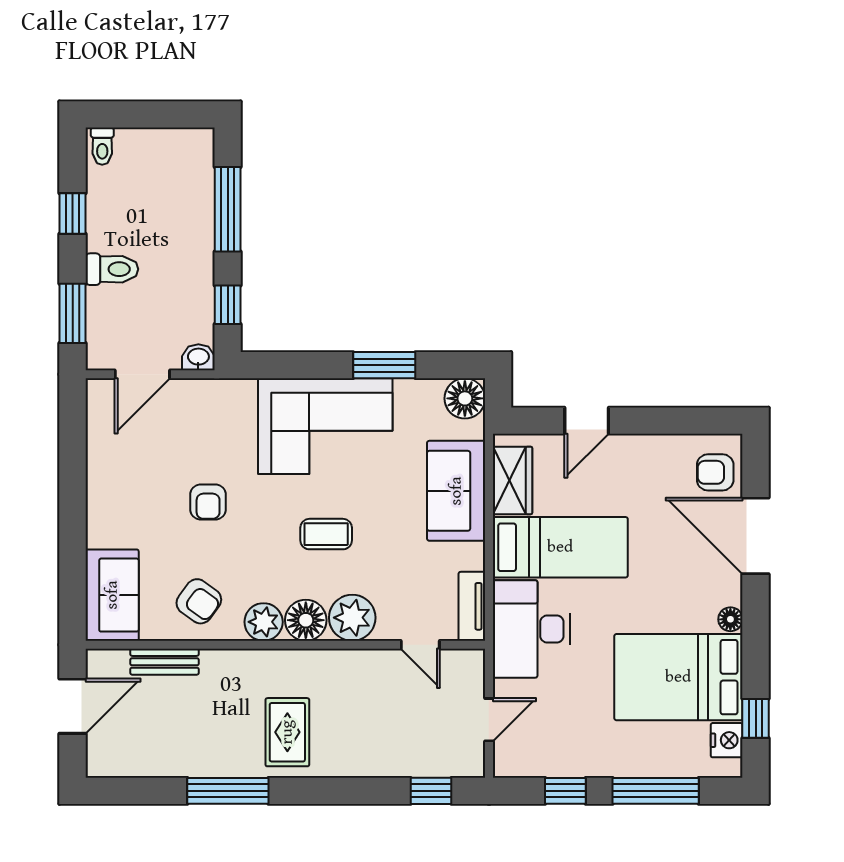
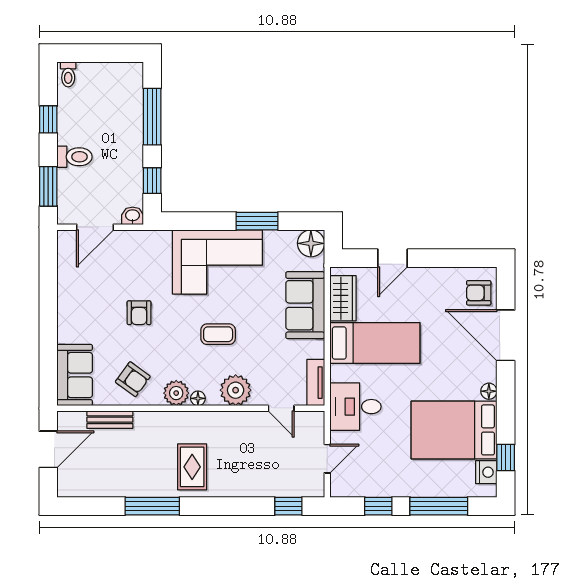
floor lamp: (306, 620) -> (198, 398), width x0.53, depth x0.53
desk: (531, 629) -> (355, 407), width x0.73

